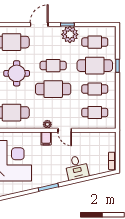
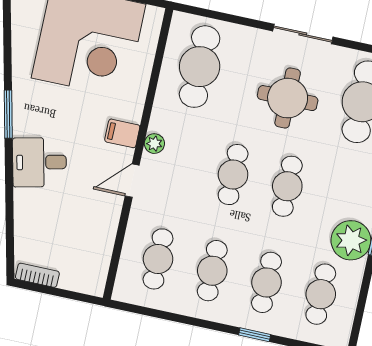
cafe table: (95, 66) -> (267, 282), width x0.73, depth x0.74
cafe table: (53, 89) -> (233, 175), width x0.73, depth x0.74
desk: (77, 168) -> (39, 162), moved

